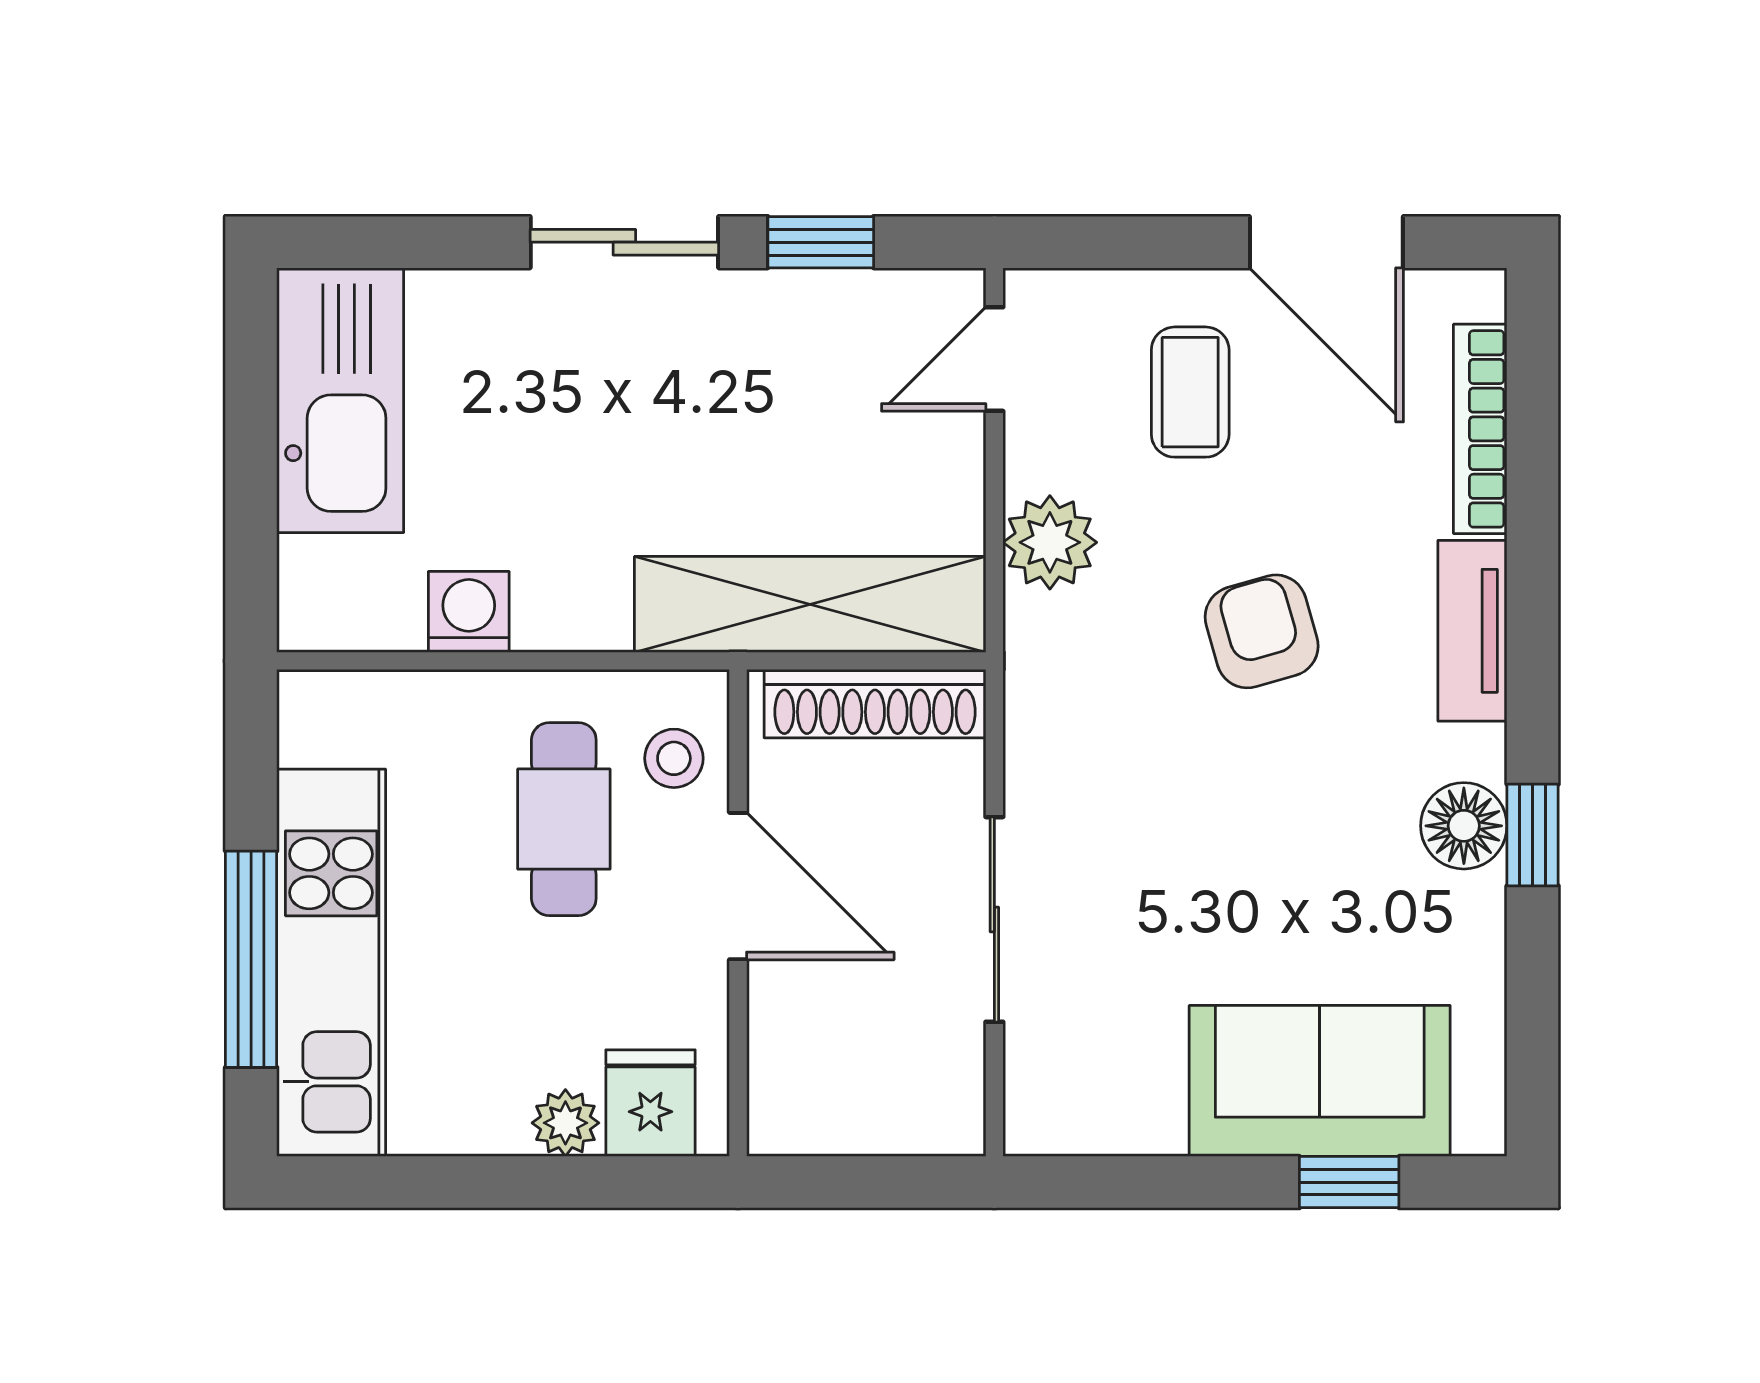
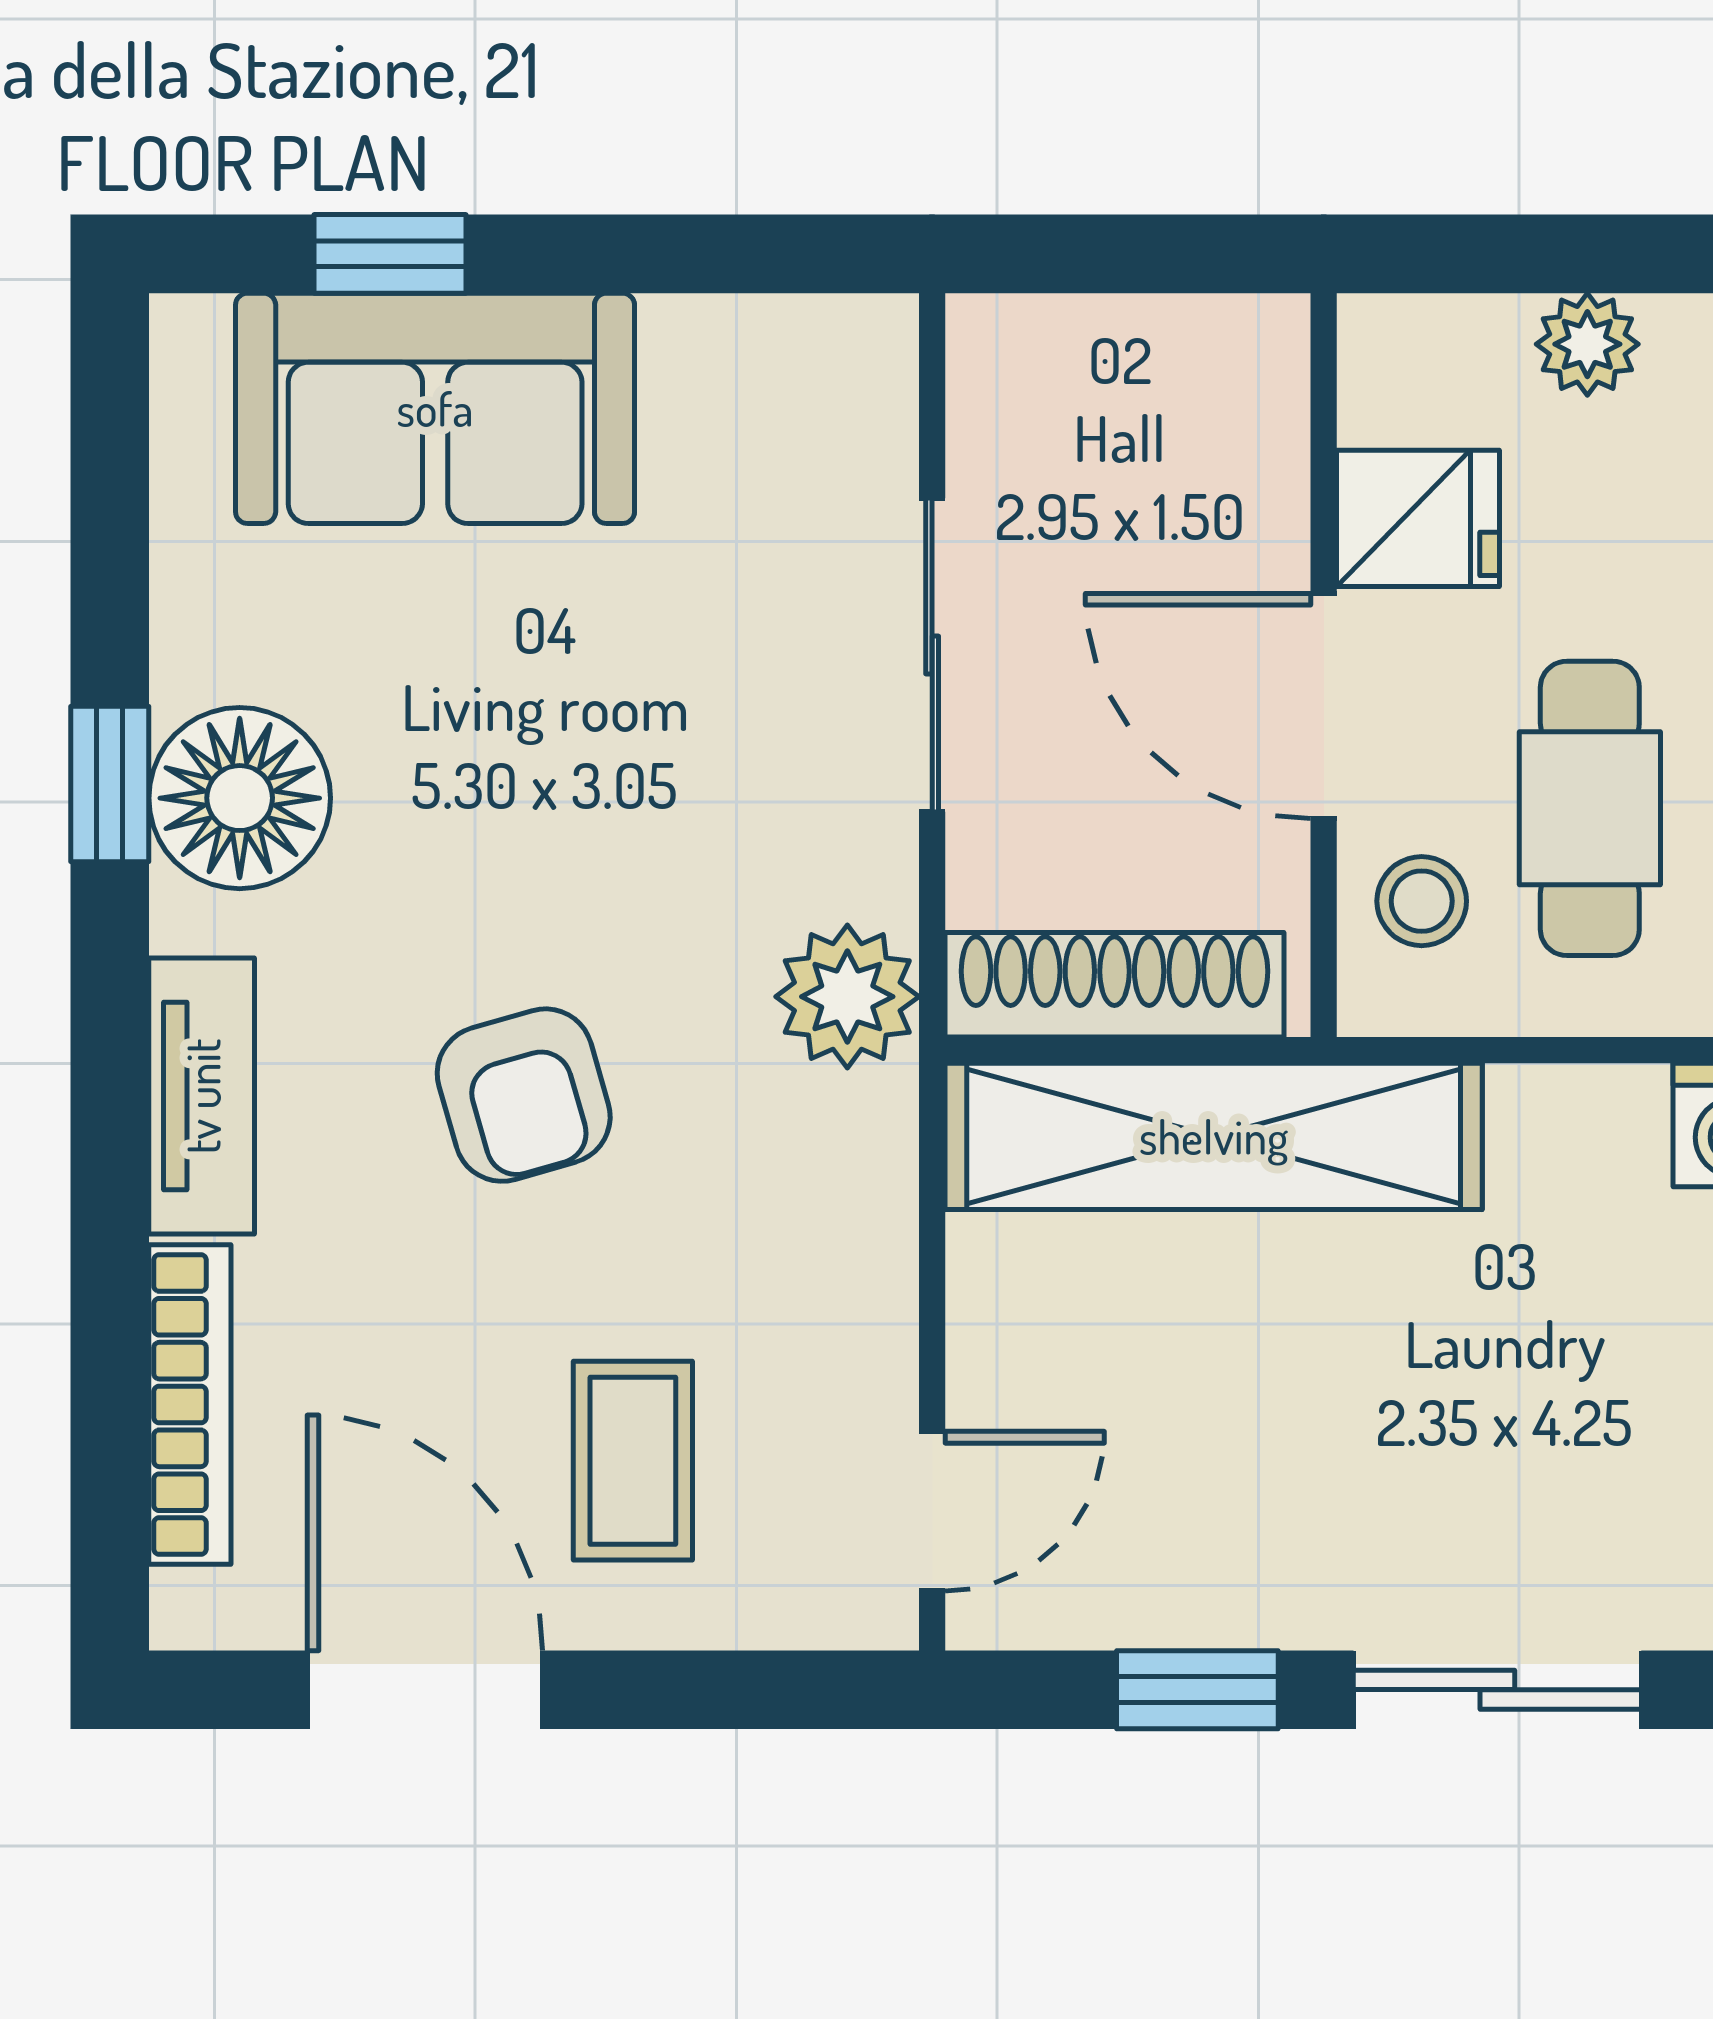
plant: (1050, 542) -> (847, 997), moved
floor lamp: (1464, 826) -> (240, 798), width x1.38, depth x1.38
fridge: (650, 1103) -> (1418, 518), moved, turned -90

